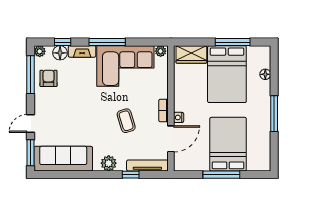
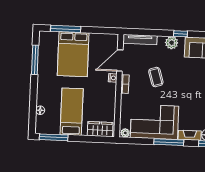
window: (233, 42) -> (54, 137), moved
bed: (227, 74) -> (72, 112), width x0.67
window: (274, 114) -> (35, 60), moved
window: (131, 175) -> (180, 34), moved
window: (221, 175) -> (66, 29), moved

